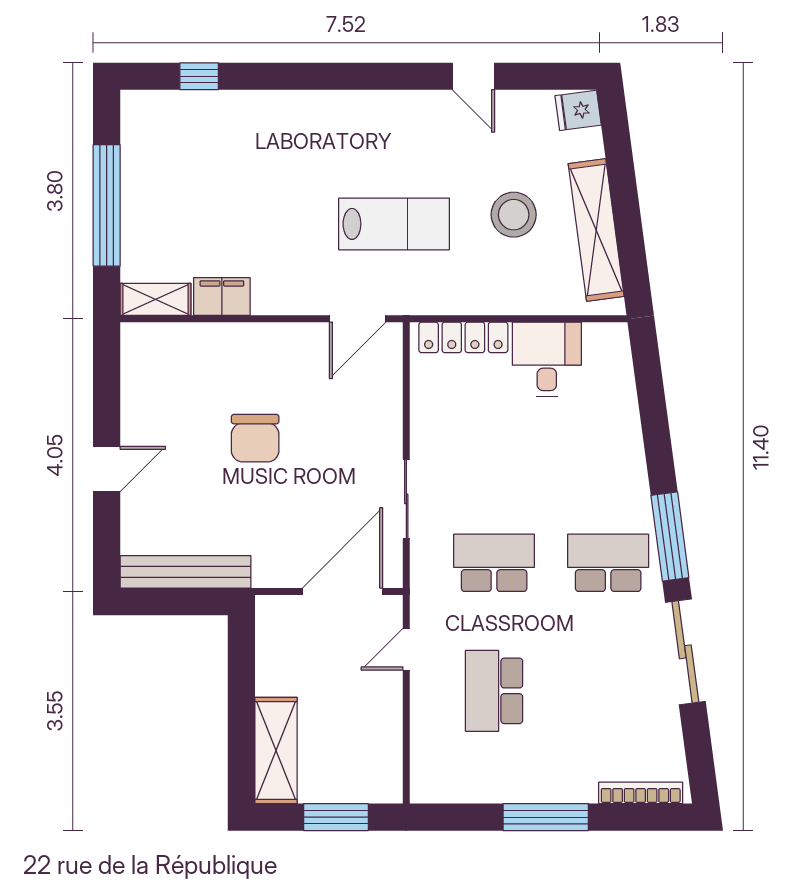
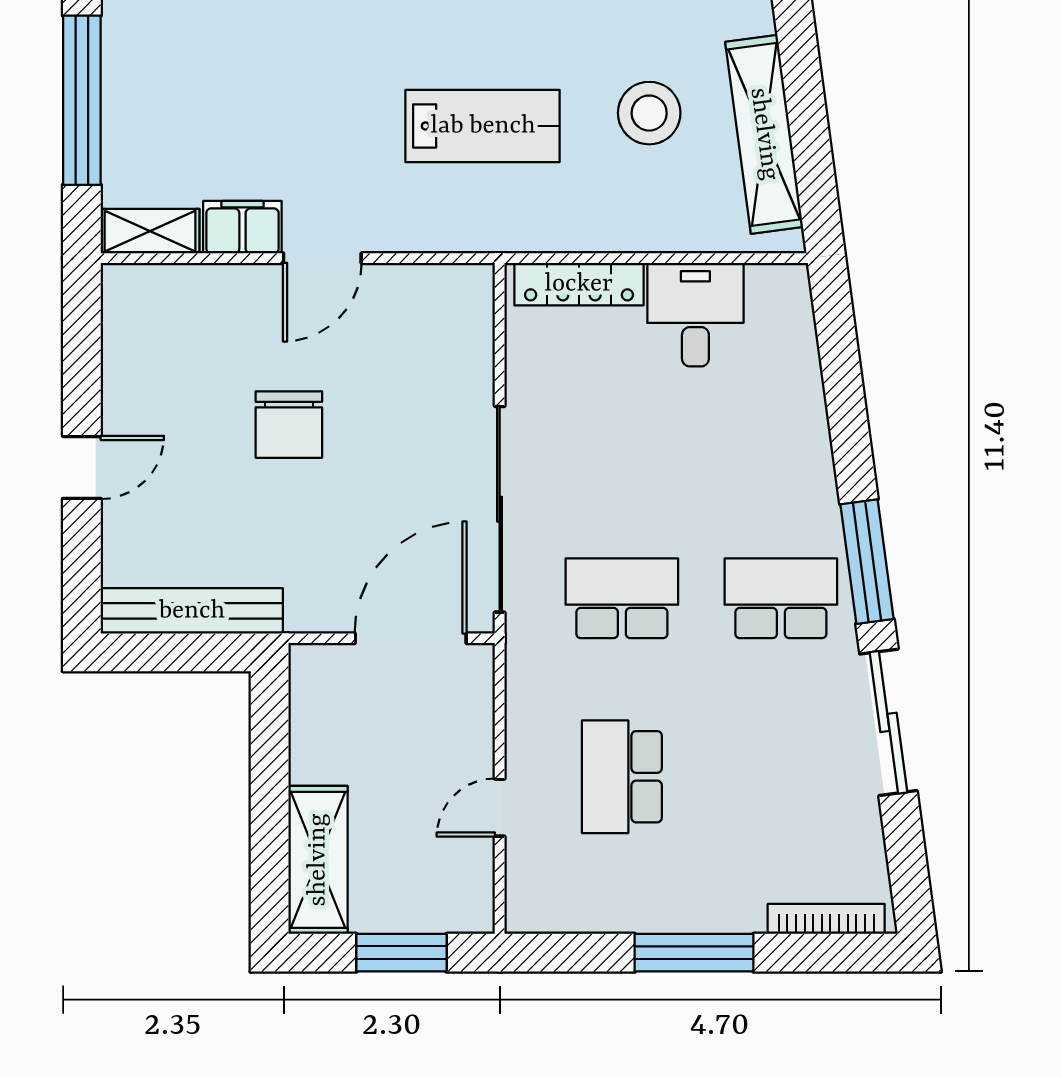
door: (358, 319) -> (322, 258), moved
sliding door: (406, 499) -> (500, 509), width x1.86
door: (406, 649) -> (500, 808), moved

